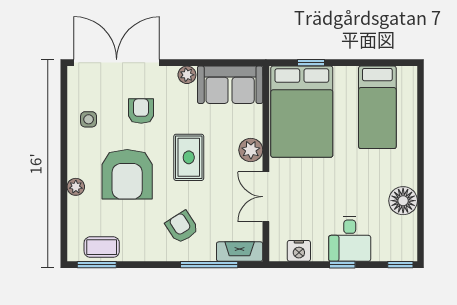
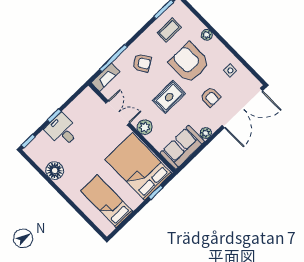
rug: (189, 157) -> (169, 97), turned 90
coffee table: (102, 247) -> (169, 30), moved
nightstand: (299, 251) -> (79, 103), removed

